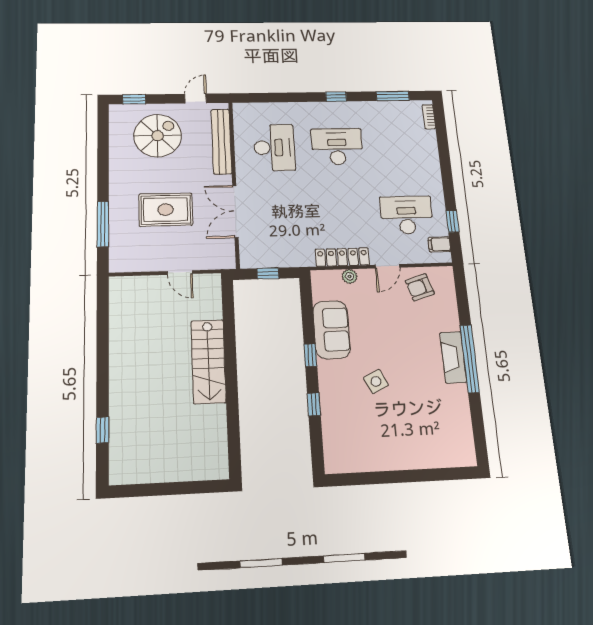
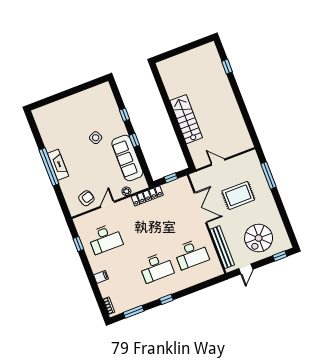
desk: (274, 148) -> (191, 254), turned -90
filing cabinet: (439, 244) -> (101, 277), moved
locker: (342, 257) -> (147, 196), moved
sofa: (332, 330) -> (127, 158), width x1.36

